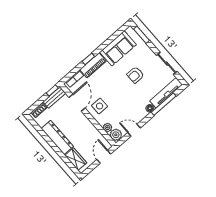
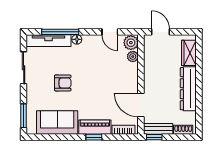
door: (77, 103) -> (141, 105), hinge flipped
side table: (100, 106) -> (122, 83), removed
door: (104, 157) -> (160, 32), swing flipped

